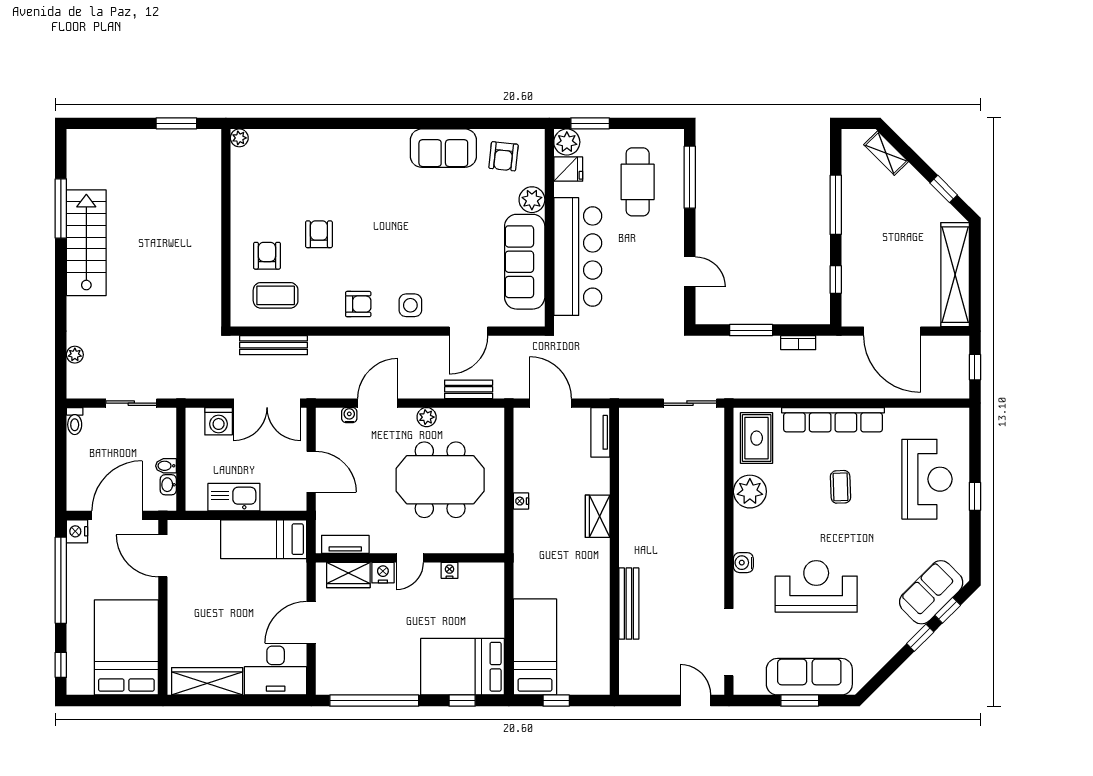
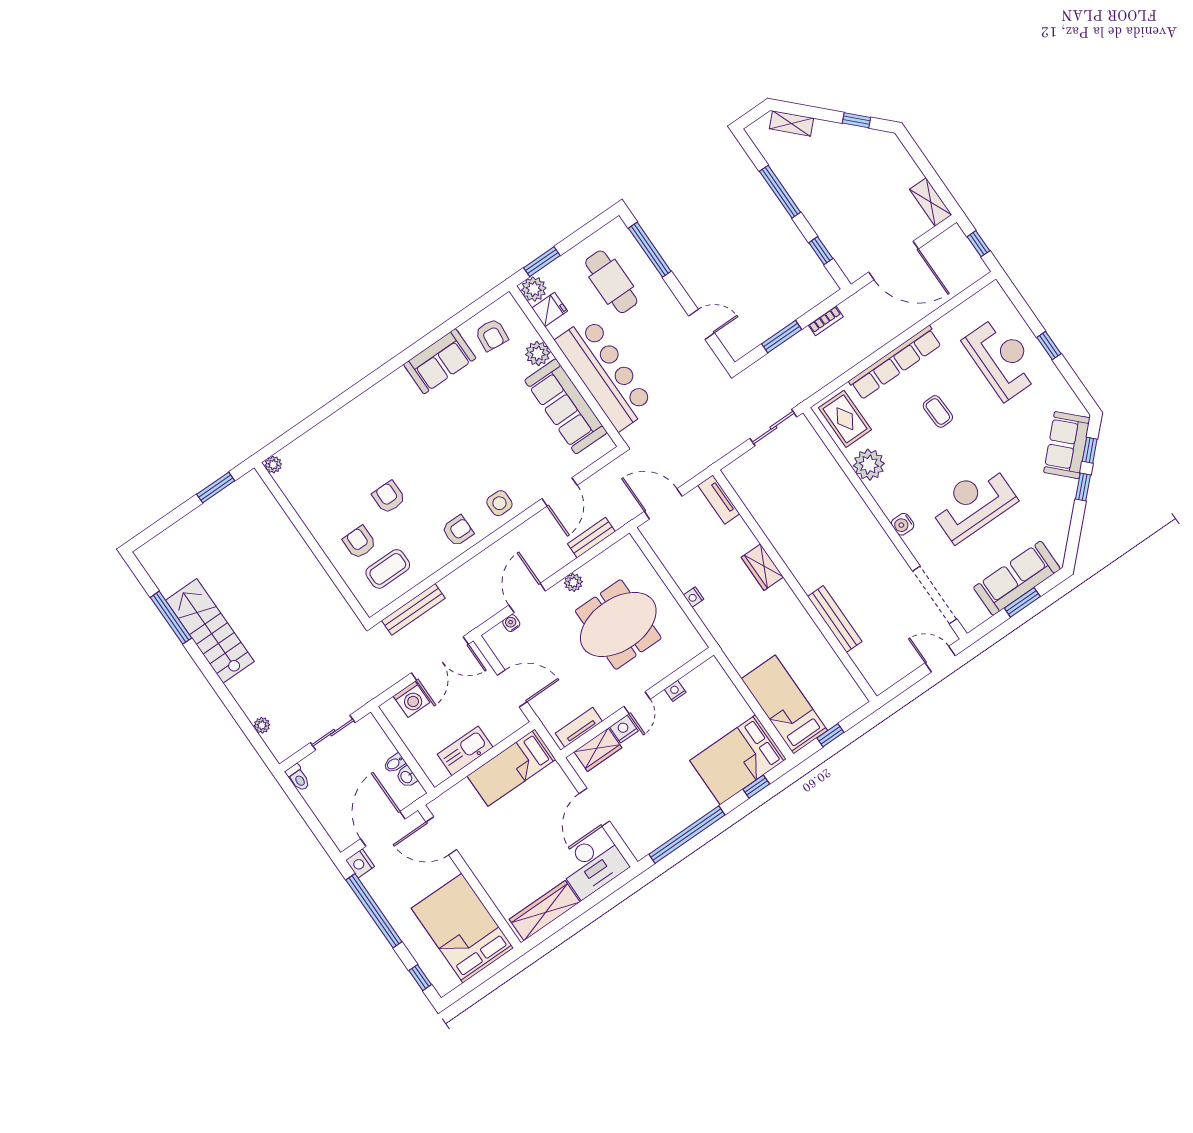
shelving: (955, 275) -> (931, 202), width x0.45, depth x0.75

